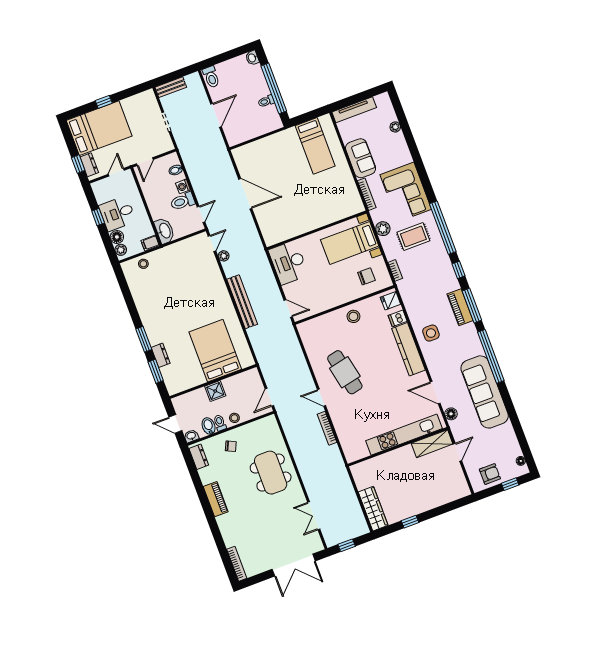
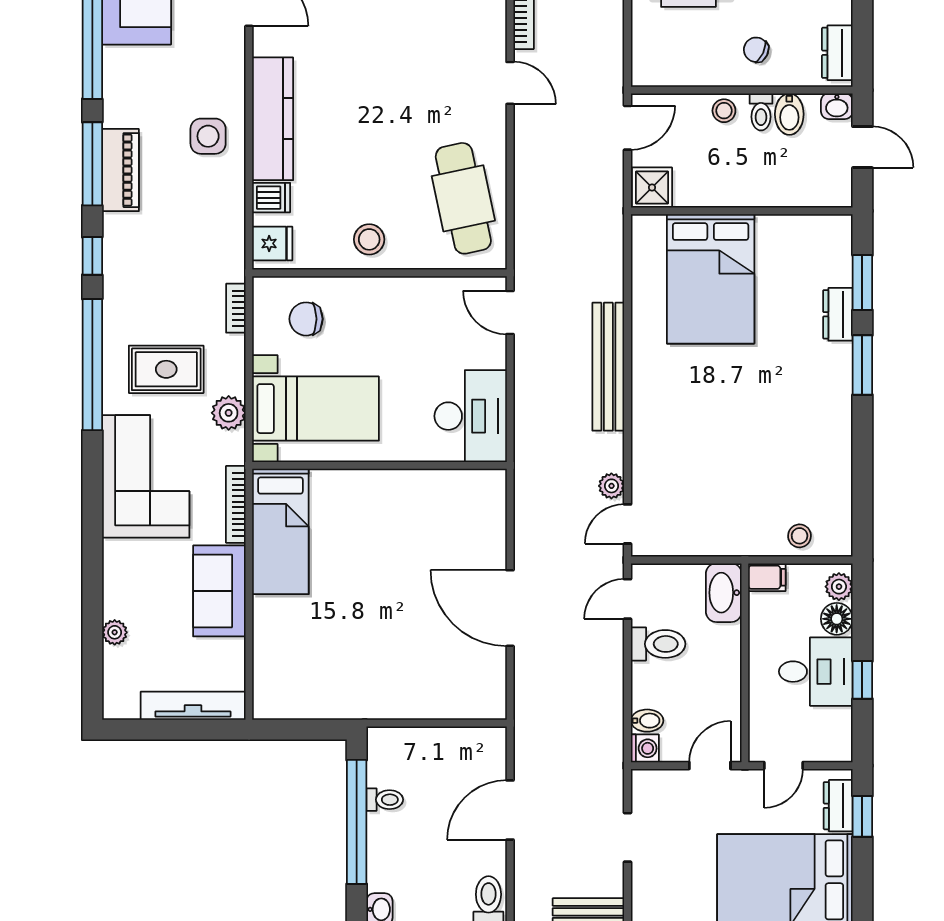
bed: (315, 146) -> (280, 531), moved, turned 180
washing machine: (183, 186) -> (645, 748), moved
cafe table: (345, 372) -> (463, 198), moved
shower: (215, 391) -> (652, 188), moved

